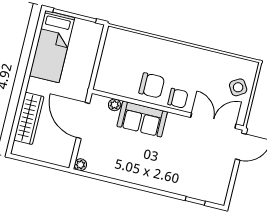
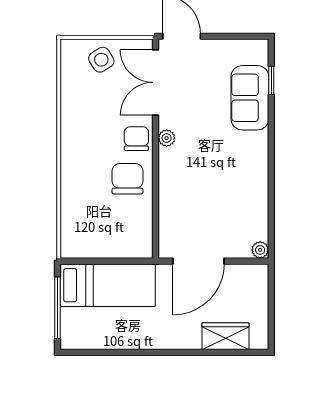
bed: (52, 47) -> (108, 285), moved
plant: (115, 105) -> (167, 138), moved
wardrobe: (29, 118) -> (225, 336), width x0.67
sofa: (142, 119) -> (250, 98), moved, turned 180

